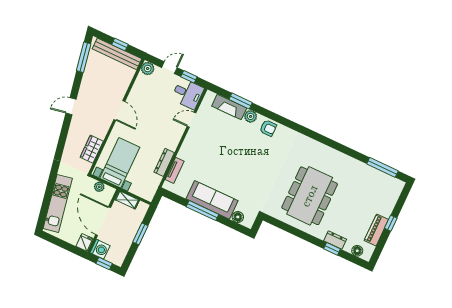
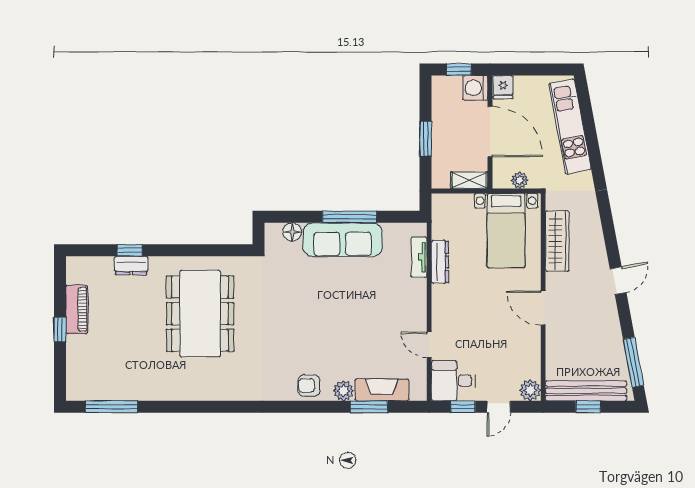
door: (192, 120) -> (429, 345), swing flipped
wardrobe: (92, 149) -> (557, 241), width x1.50
floor lamp: (357, 251) -> (91, 265), removed

